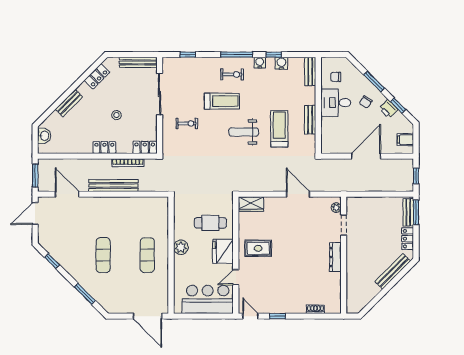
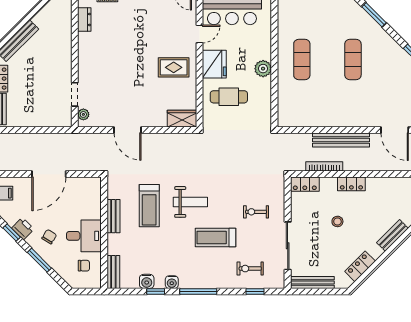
exercise bike: (232, 74) -> (250, 269), moved
dresser: (335, 257) -> (84, 19), moved, width x0.70

